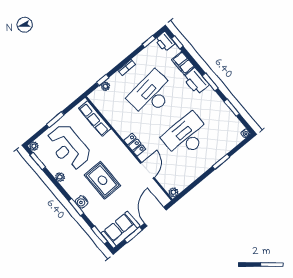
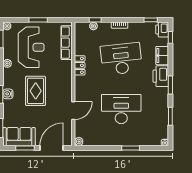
locker: (135, 145) -> (80, 65), moved
reception desk: (69, 147) -> (31, 47), turned 180

